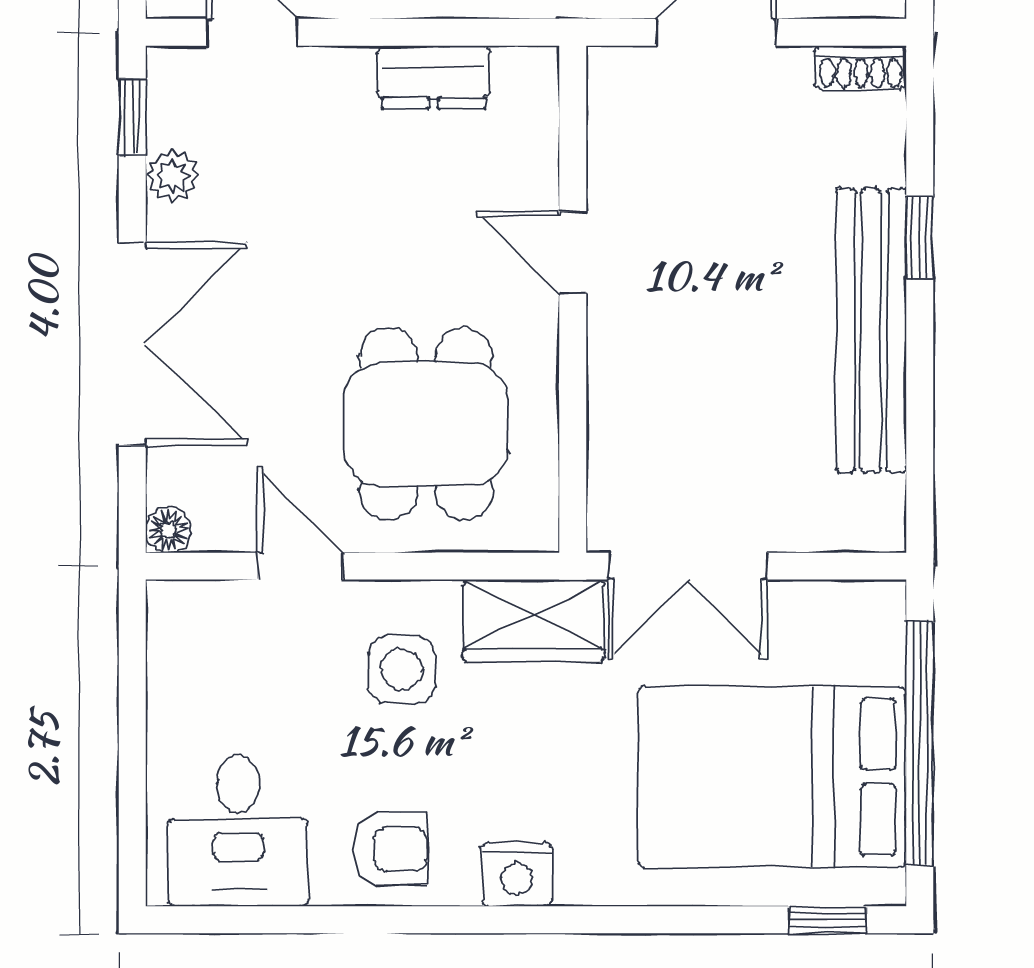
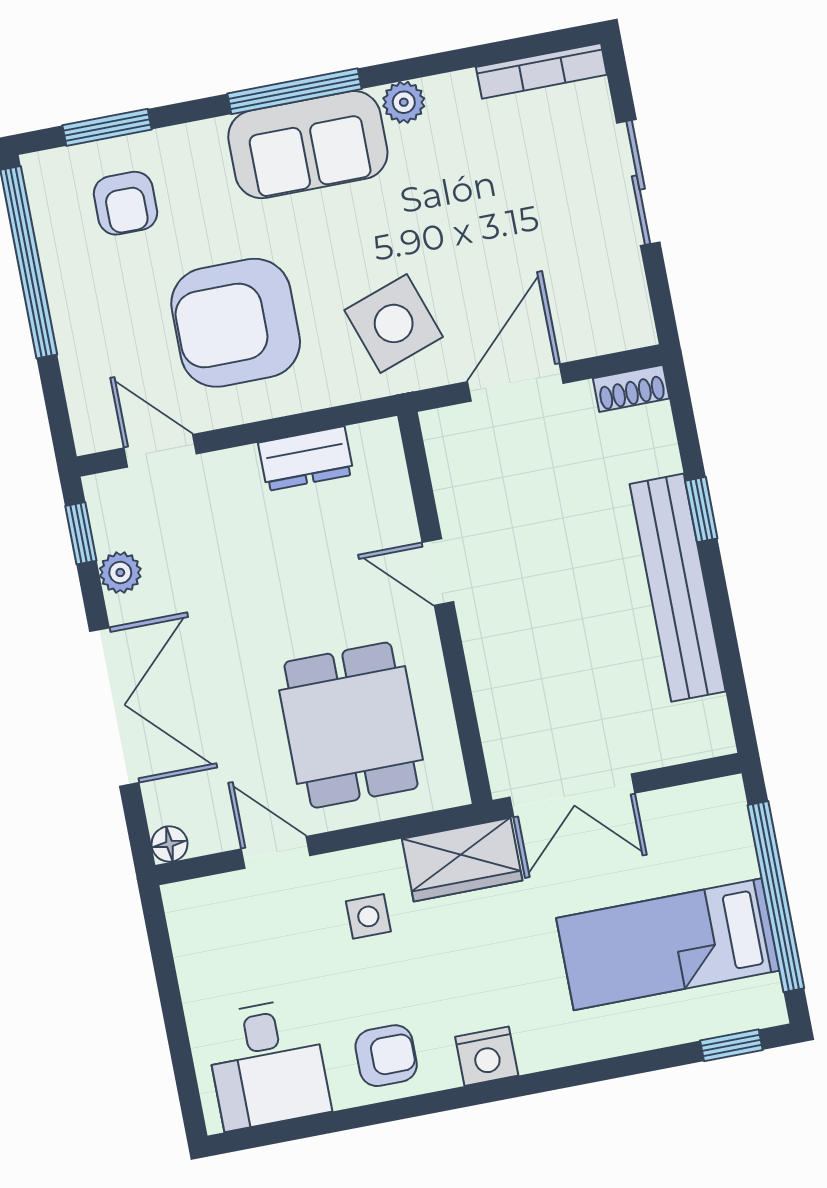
side table: (402, 669) -> (368, 916), width x0.73, depth x0.73
bed: (772, 777) -> (668, 944), width x0.67

